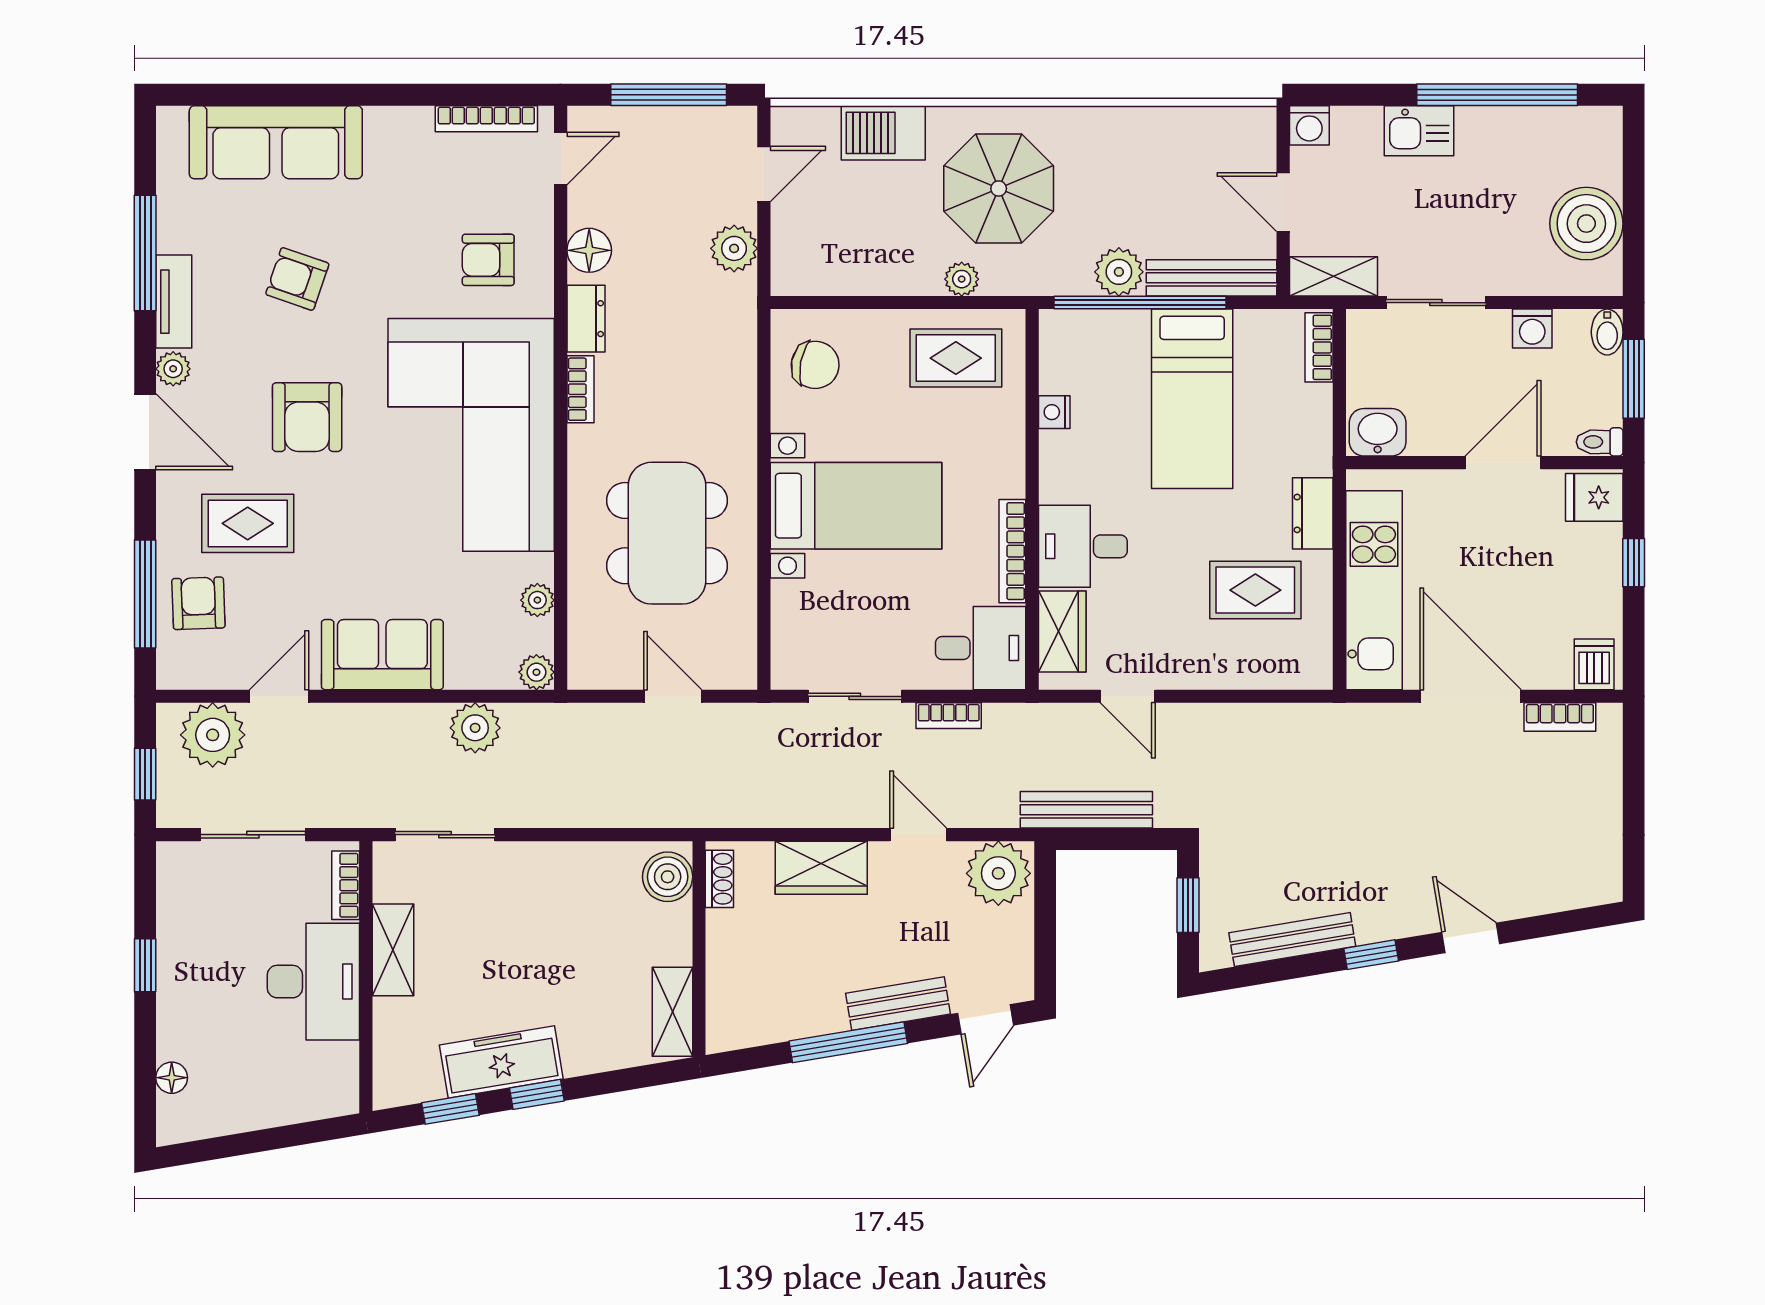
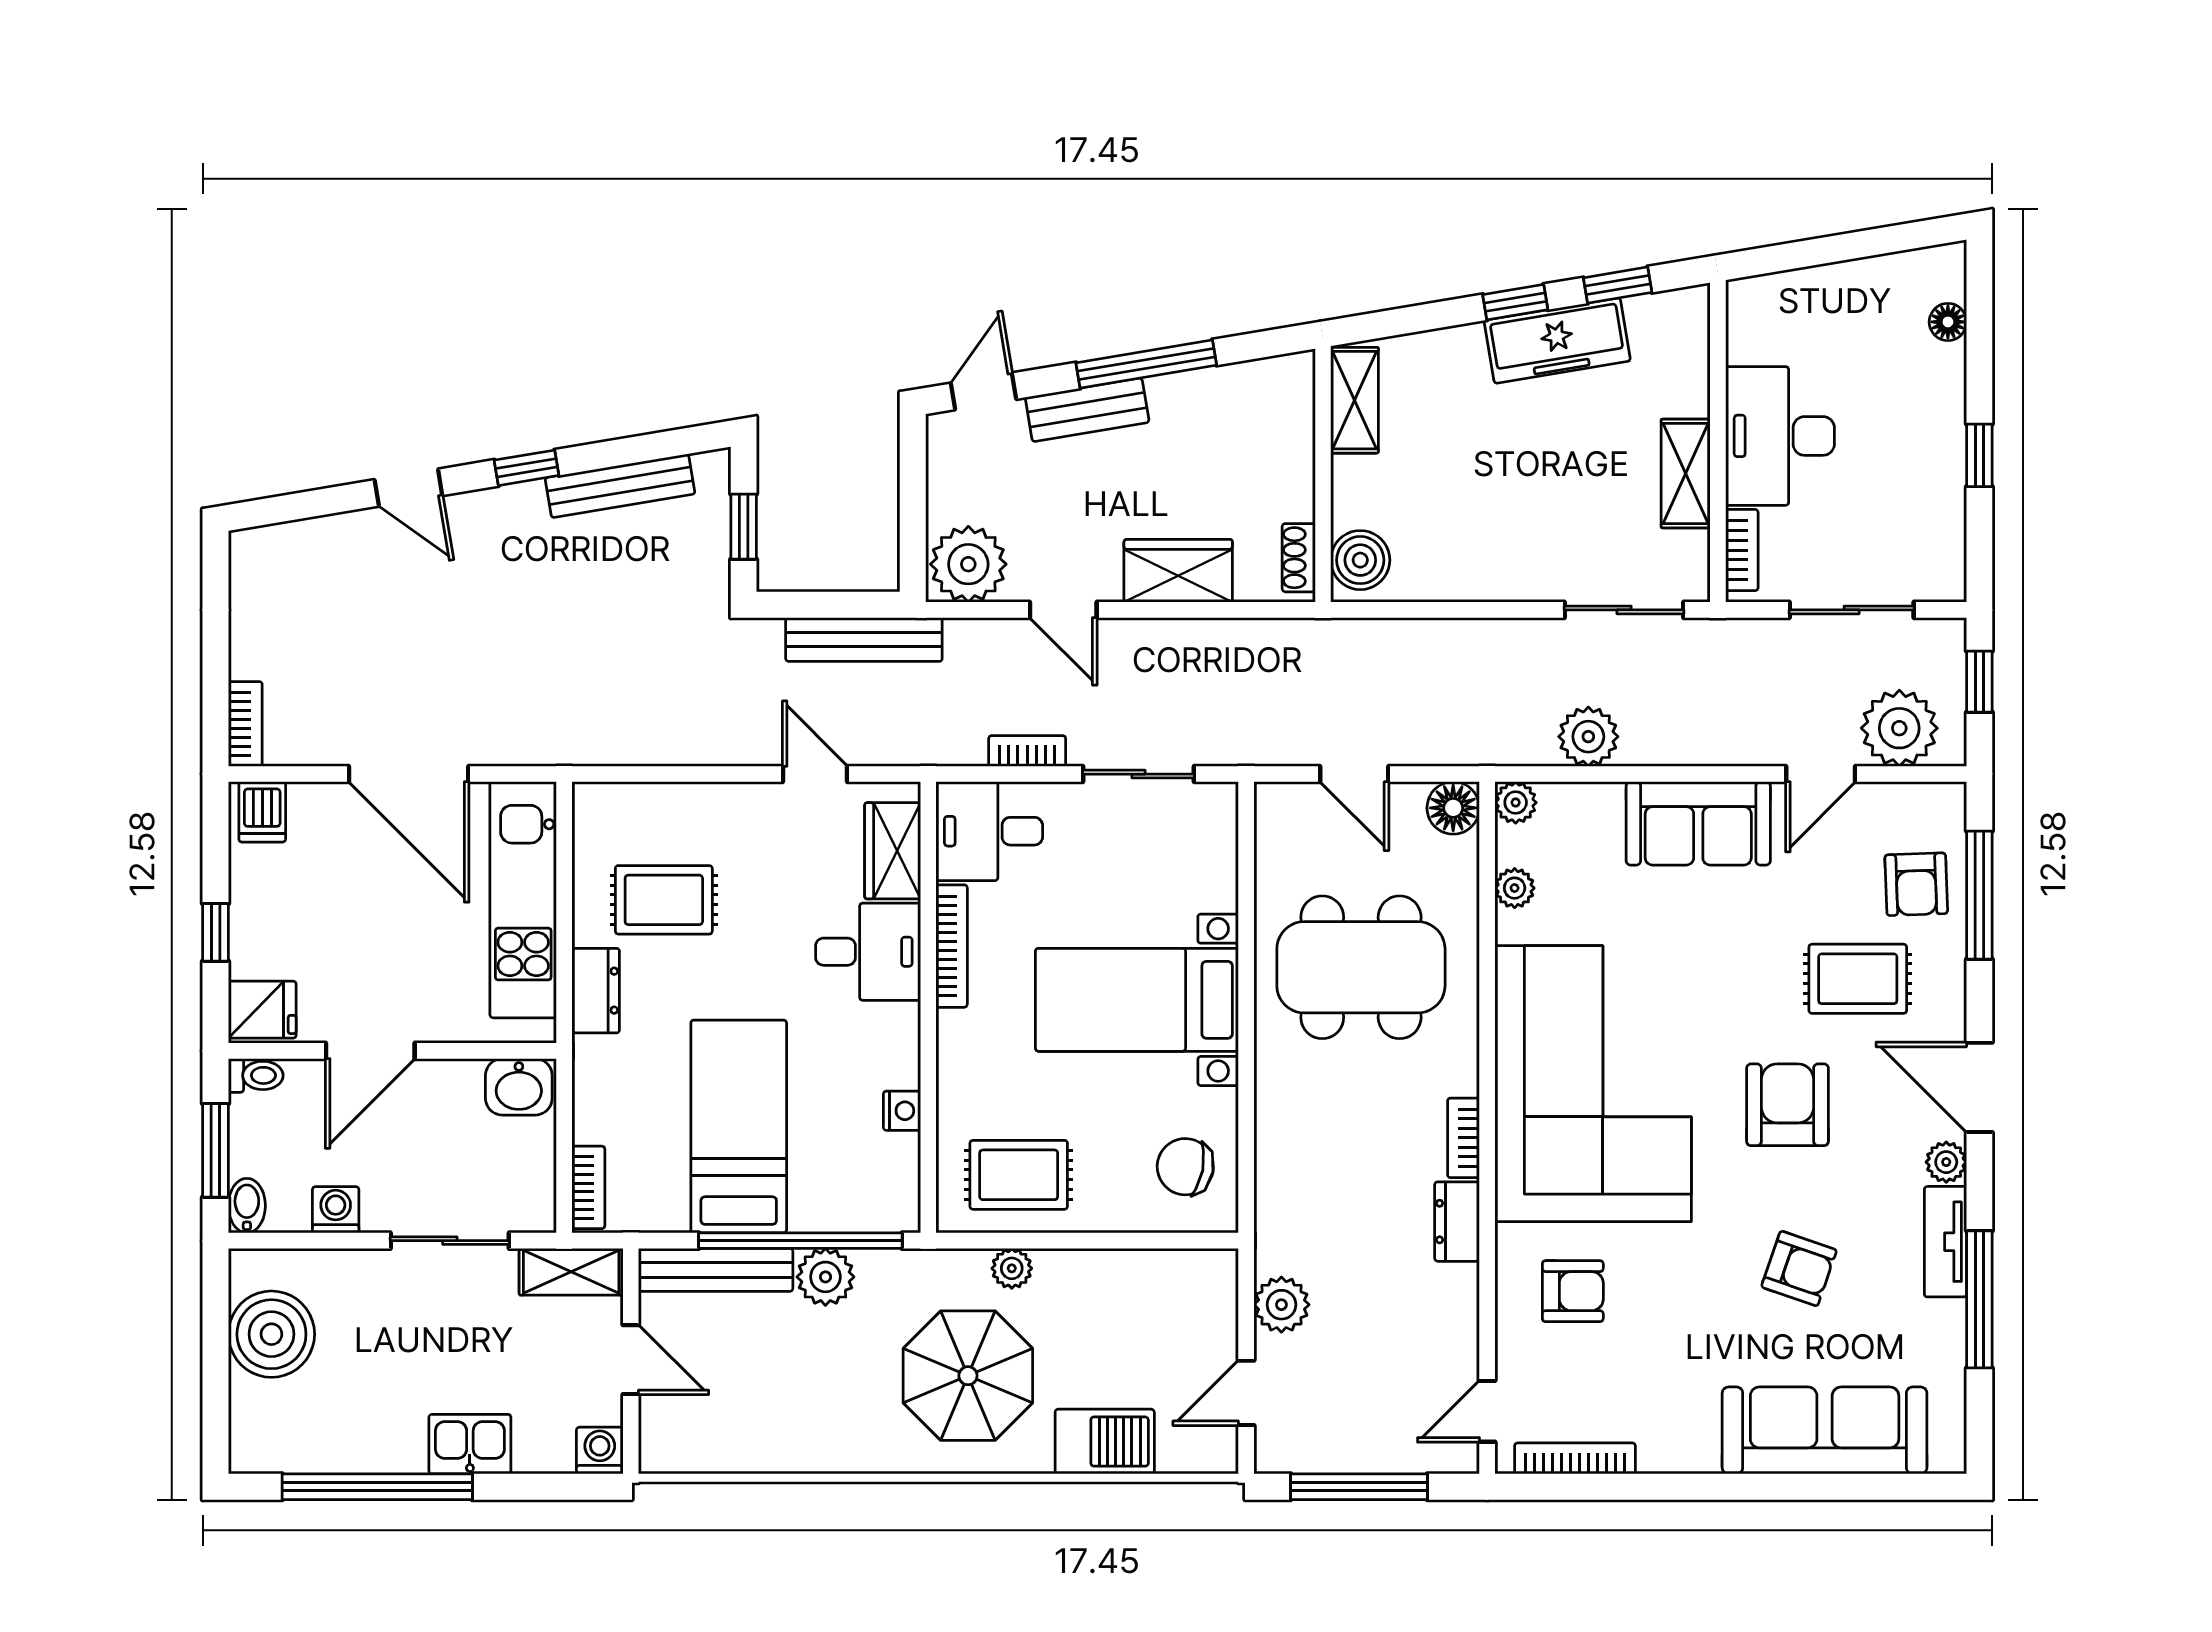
floor lamp: (589, 250) -> (1453, 808), moved
dining table: (667, 533) -> (1361, 967), turned 90
bookcase: (1560, 717) -> (245, 724), moved, turned 90

